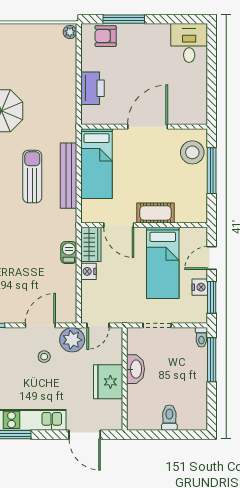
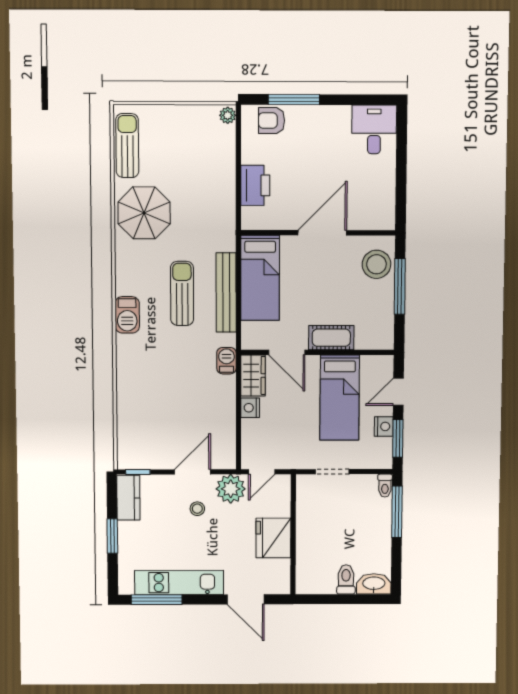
barbecue: (69, 253) -> (226, 361), moved
washbasin: (135, 369) -> (374, 584), moved, turned -90

